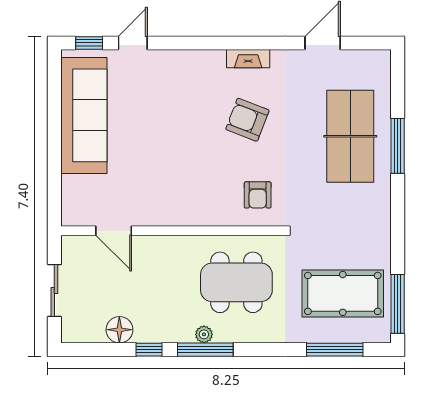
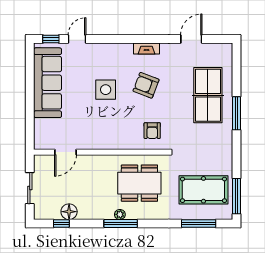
side table: (180, 127) -> (106, 90), added
window: (398, 146) -> (236, 113), moved
door: (114, 231) -> (66, 152), hinge flipped
window: (149, 350) -> (61, 224), moved

